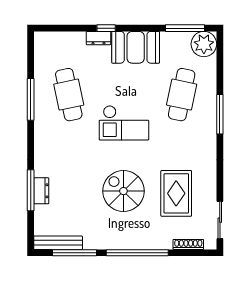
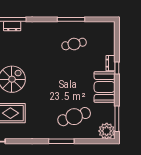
cafe table: (69, 95) -> (74, 44), width x0.73, depth x0.74
cafe table: (182, 95) -> (74, 117), turned -30
checkout: (124, 123) -> (56, 79), removed

